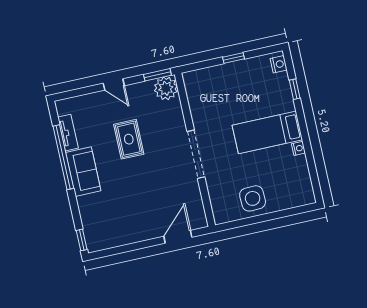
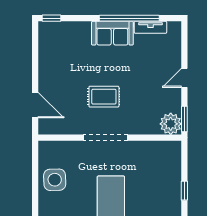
rug: (129, 139) -> (104, 97), moved

